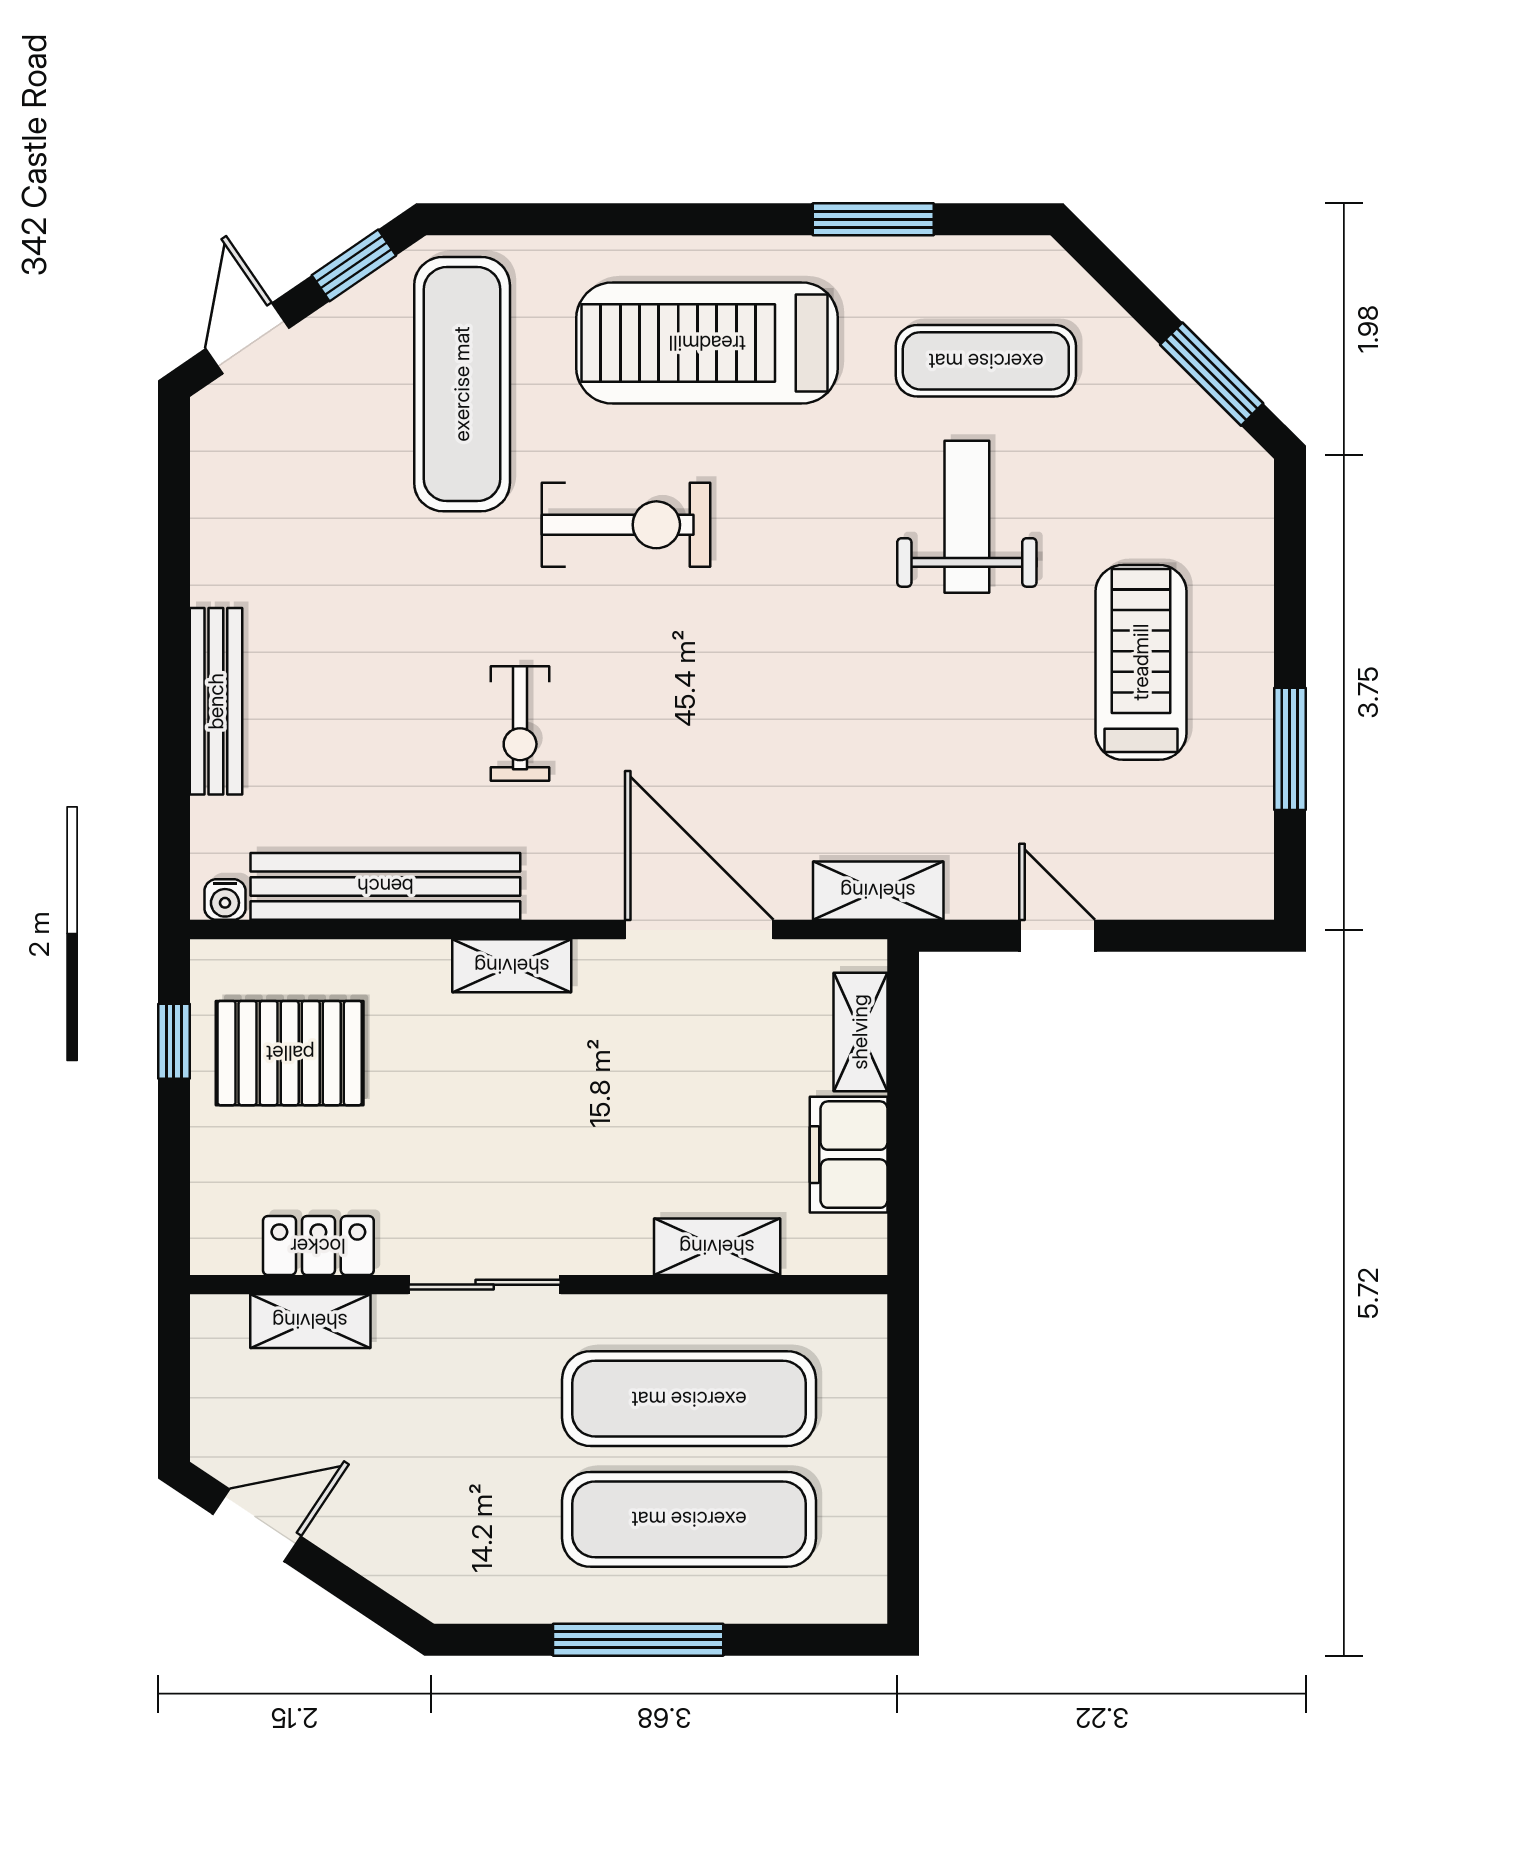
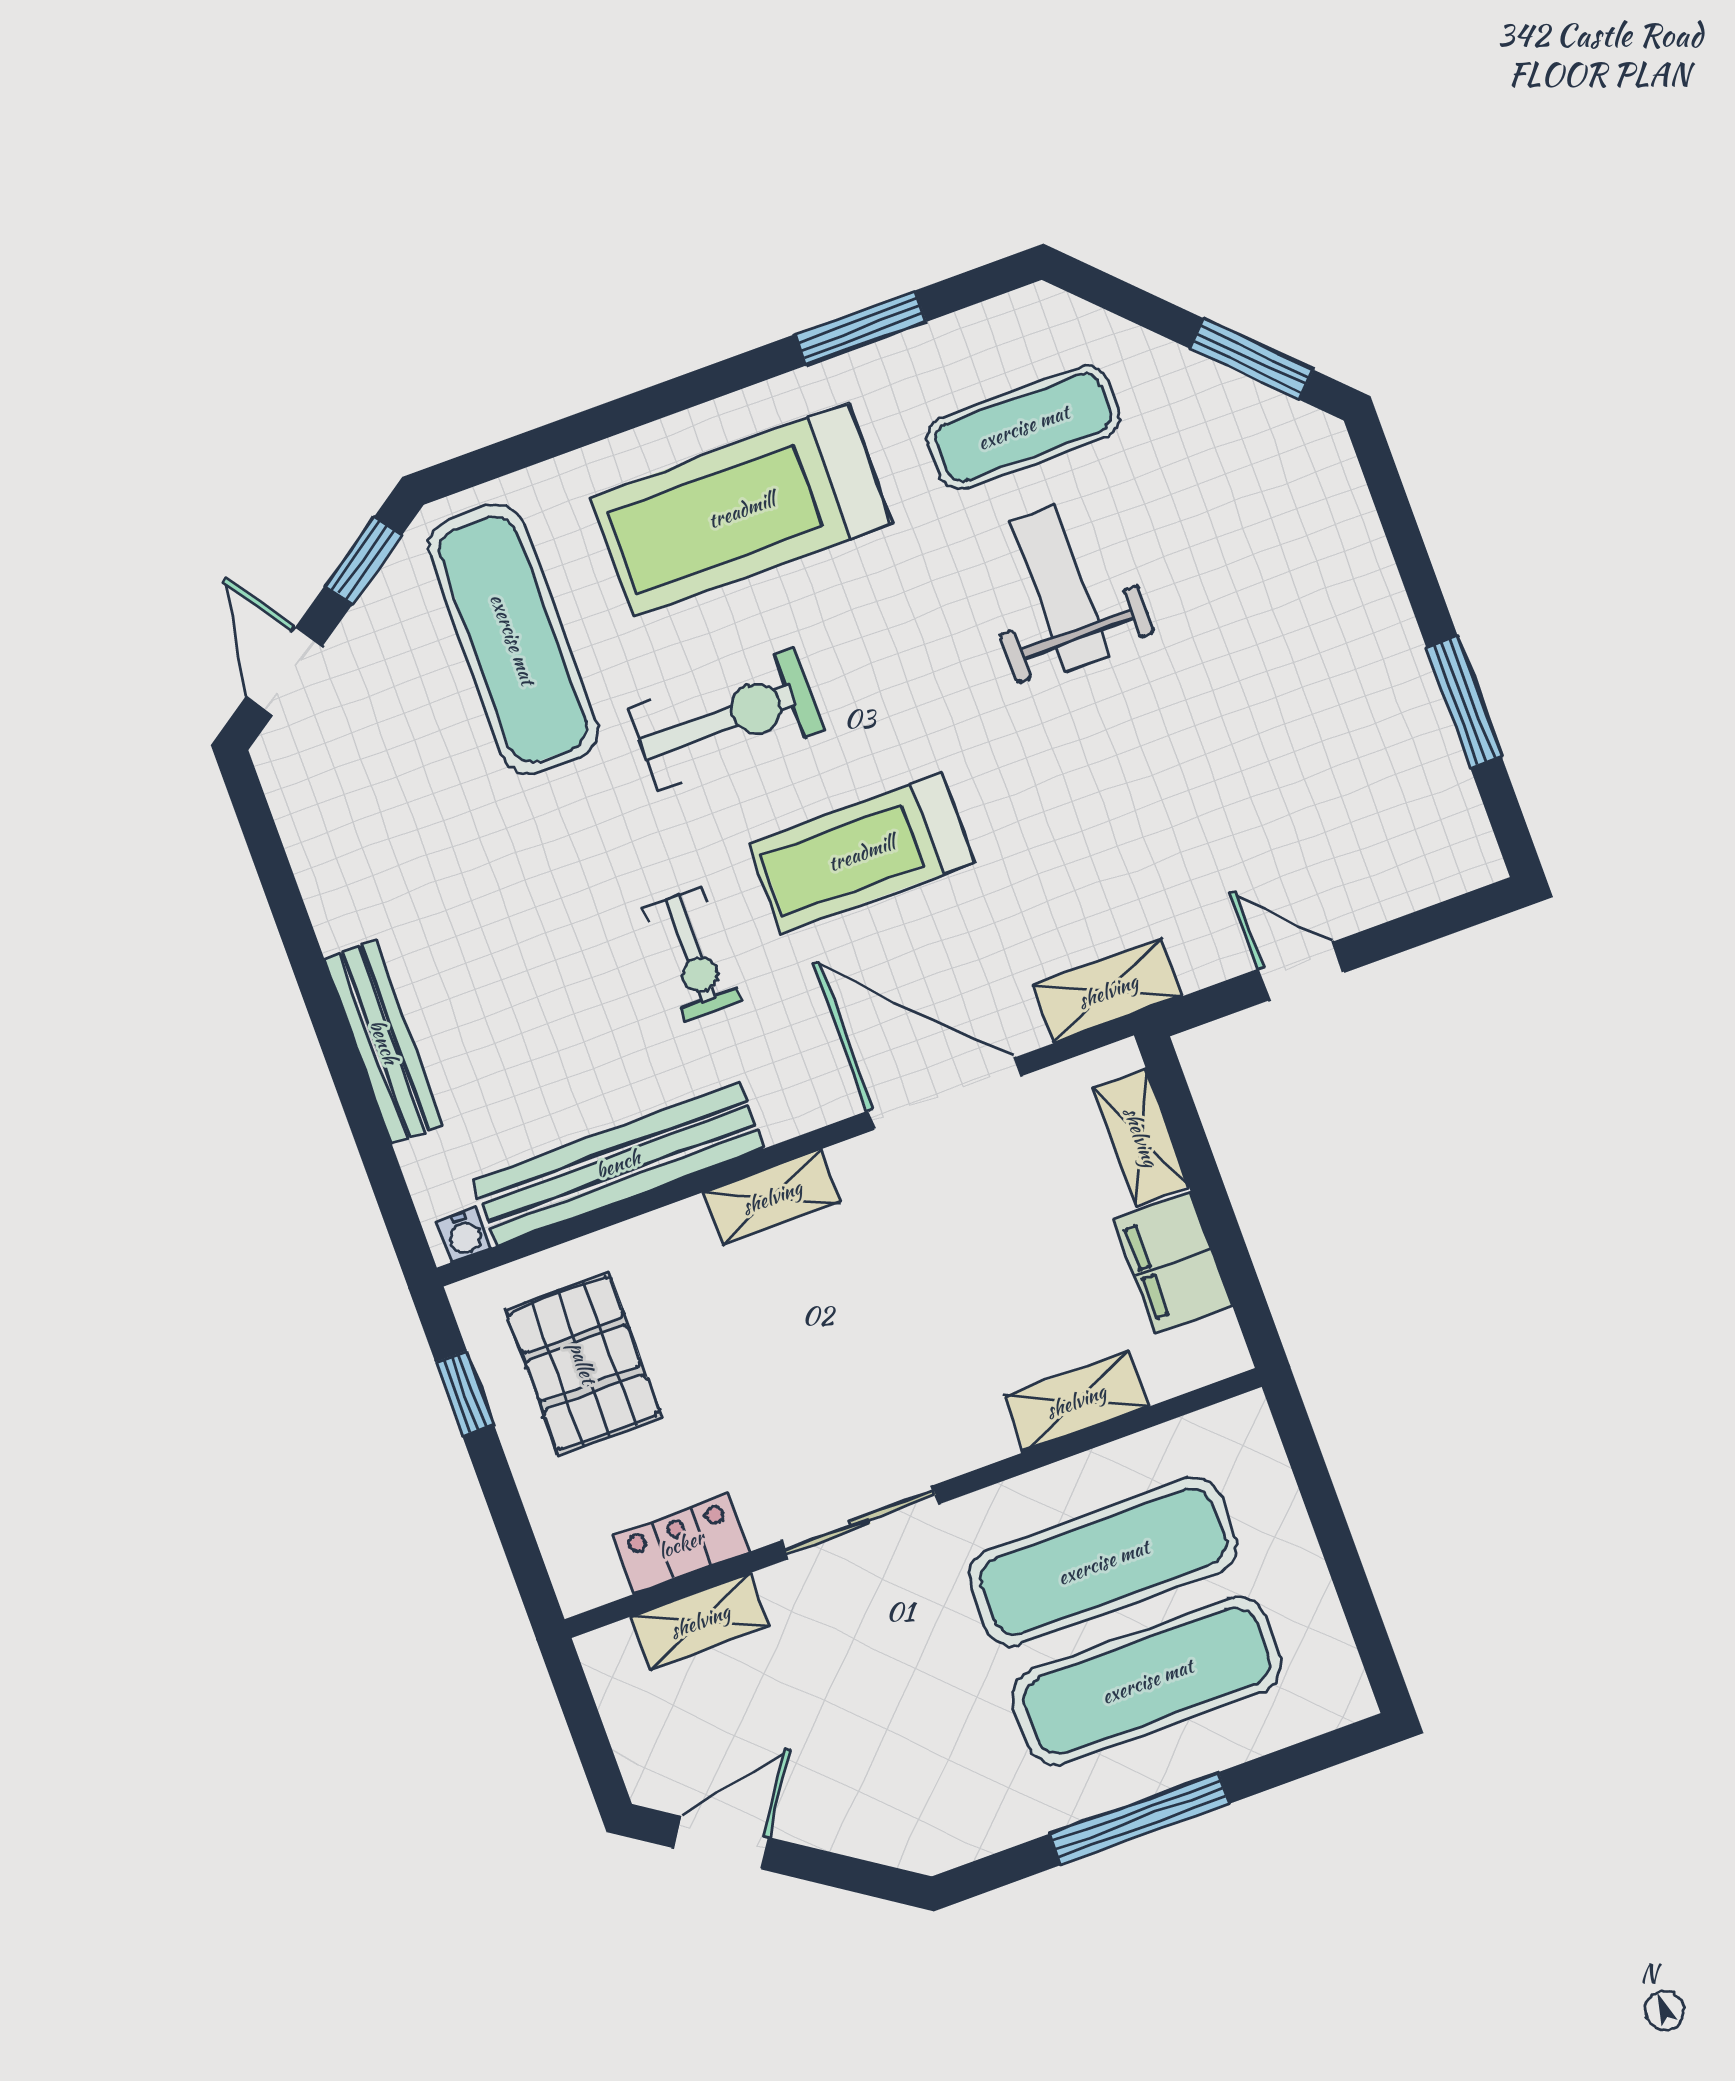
treadmill: (1141, 662) -> (861, 853), moved, turned -90
pallet: (290, 1053) -> (583, 1363), turned 90

